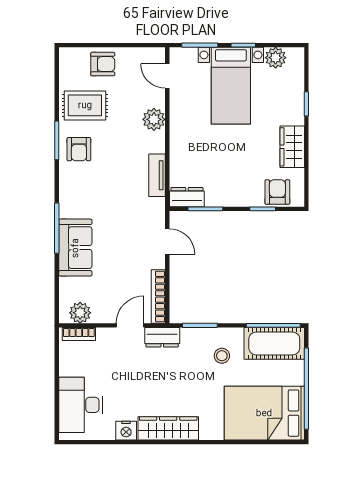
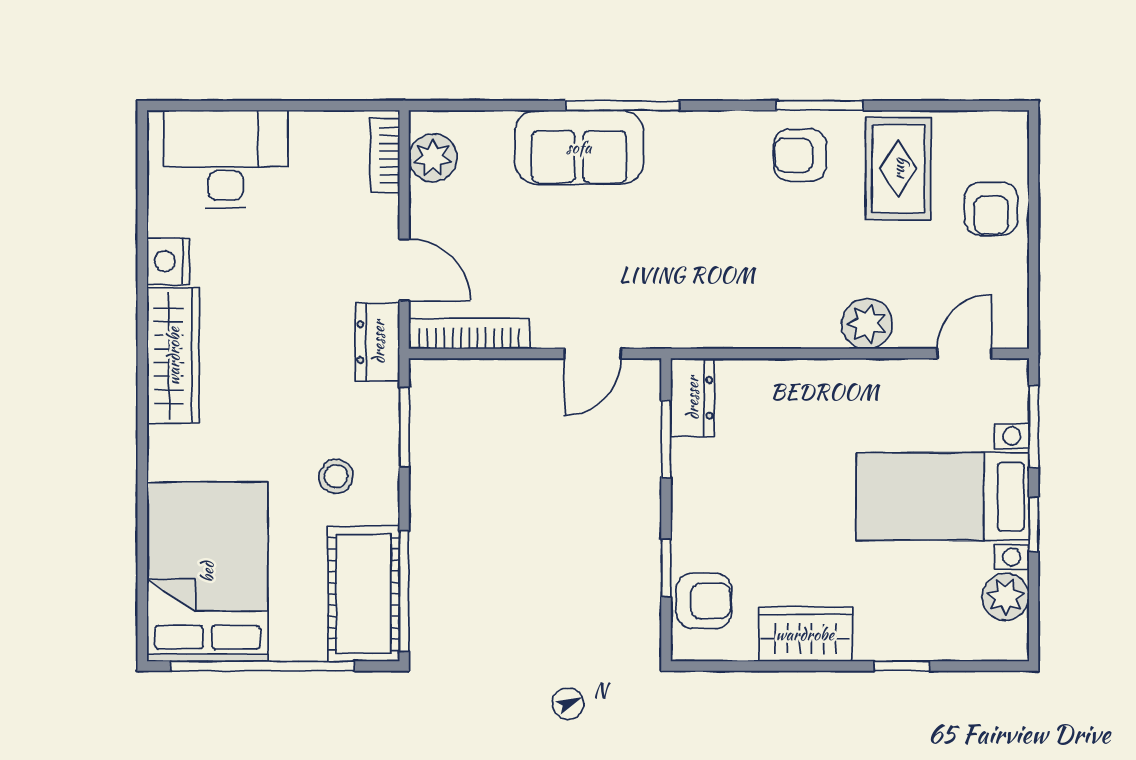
tv unit: (157, 175) -> (741, 331), removed

